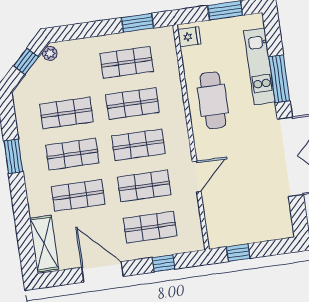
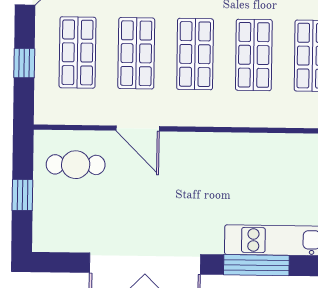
cafe table: (213, 100) -> (76, 165), moved, width x0.73, depth x0.74
window: (238, 253) -> (22, 195), moved

